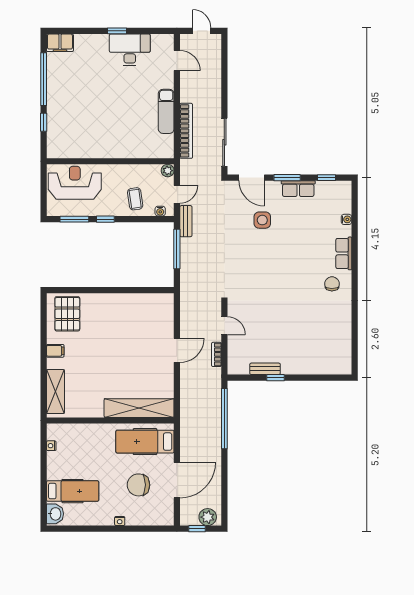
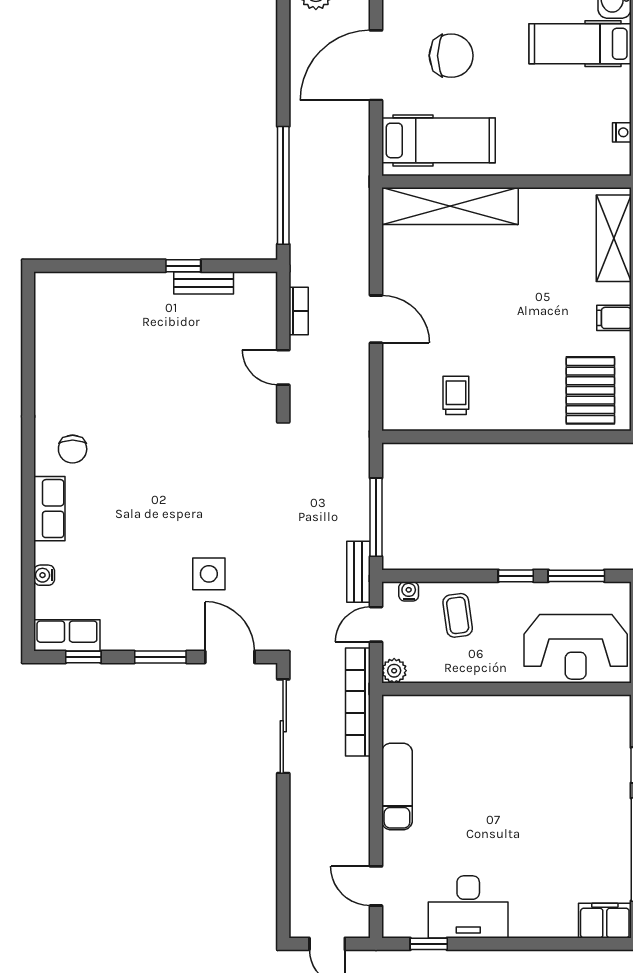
window: (117, 31) -> (429, 944), moved
bookcase: (186, 131) -> (358, 702), moved
row of seats: (298, 189) -> (67, 635), moved
trolley: (136, 311) -> (456, 395), added
door: (177, 350) -> (376, 319), swing flipped

